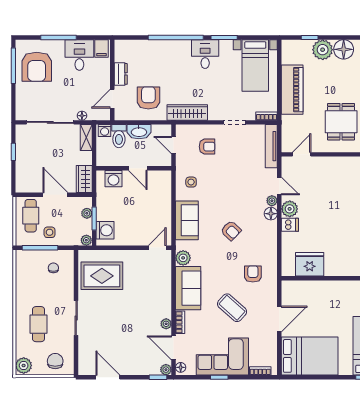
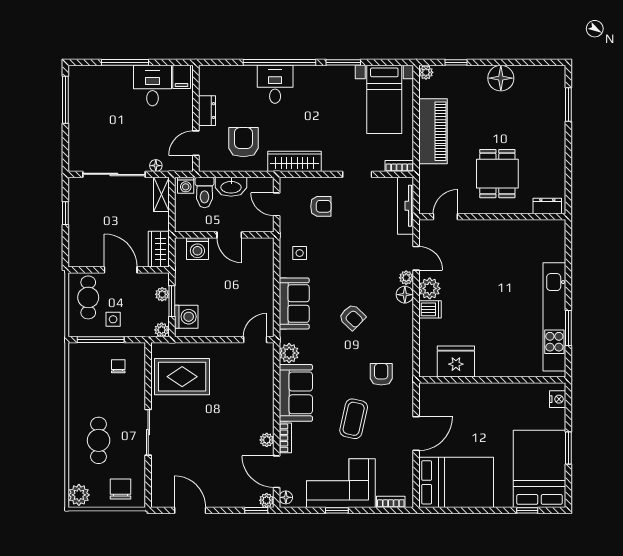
plant: (323, 50) -> (426, 72), moved, width x0.53, depth x0.53
desk: (205, 54) -> (275, 84), moved
armchair: (37, 67) -> (96, 101), removed
coffee table: (232, 308) -> (354, 419), turned 61

